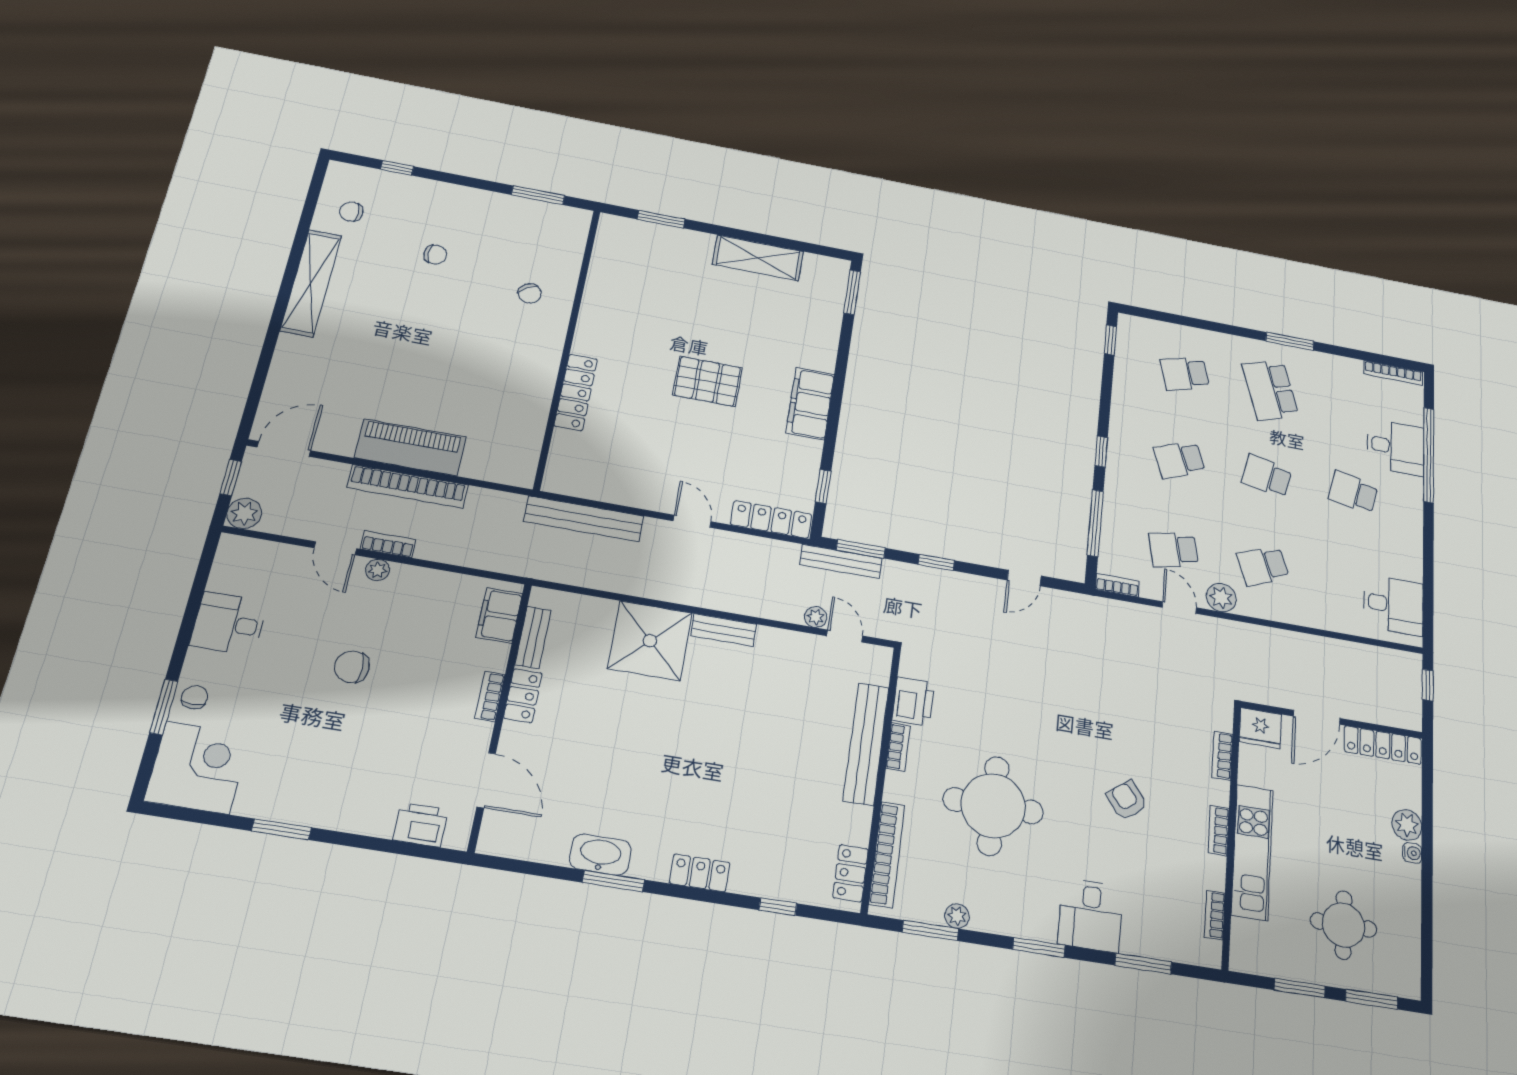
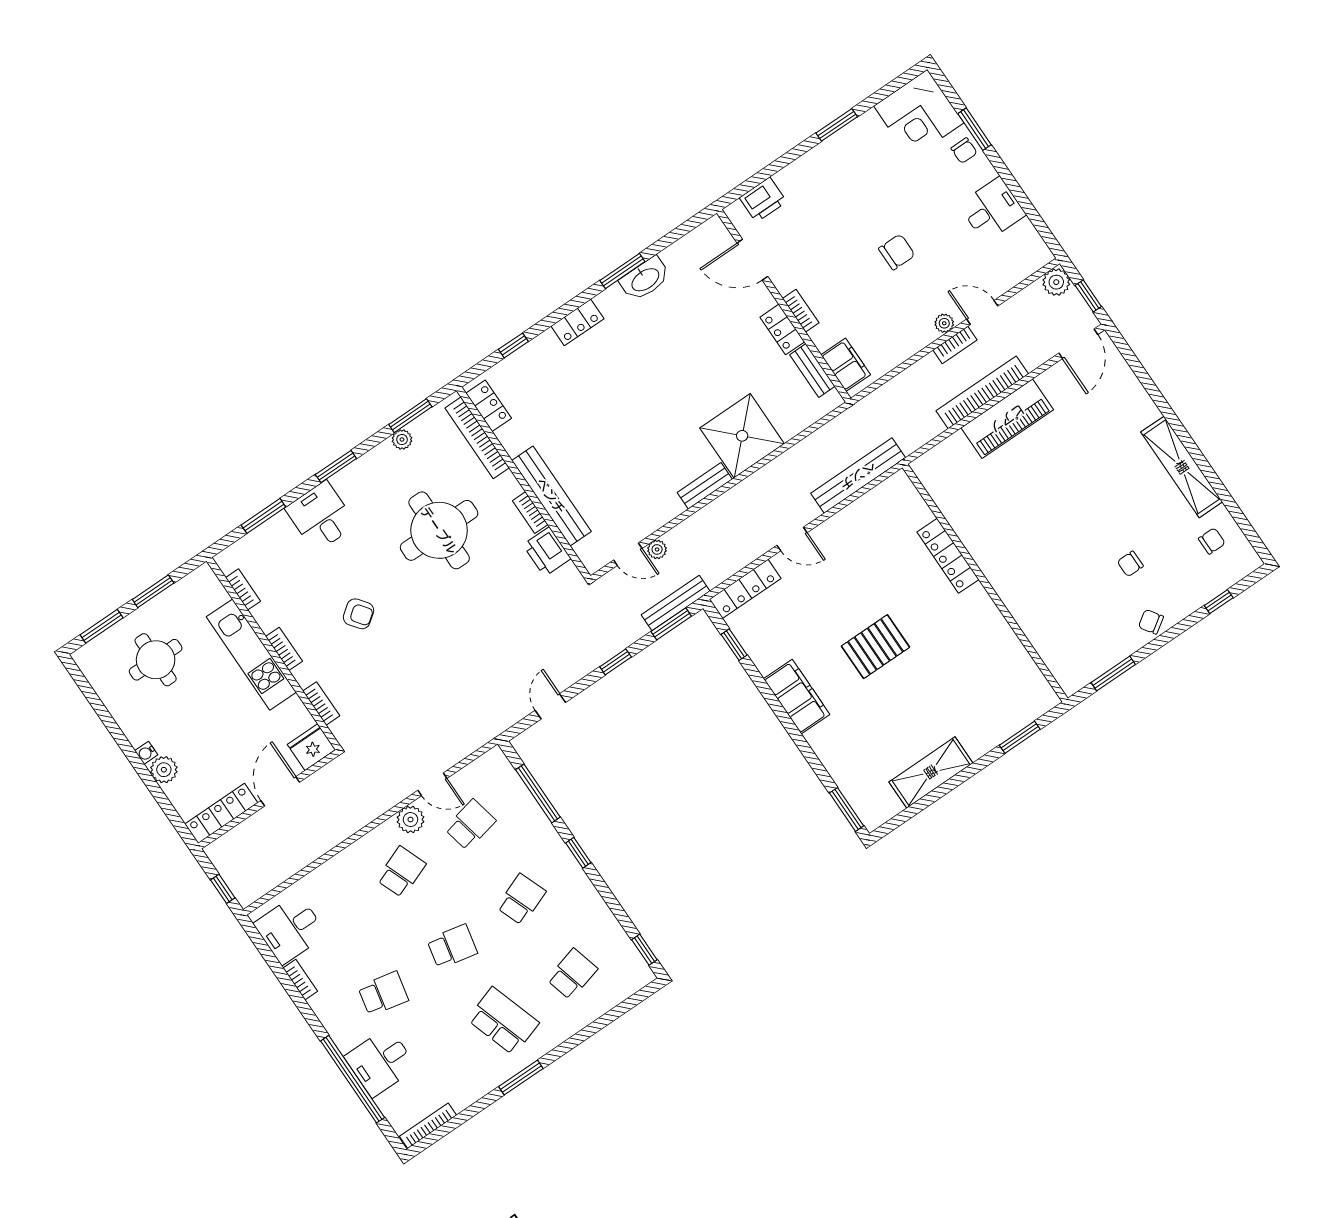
chair: (530, 293) -> (1151, 622), moved
bookcase: (1117, 585) -> (300, 980), moved, turned -90

